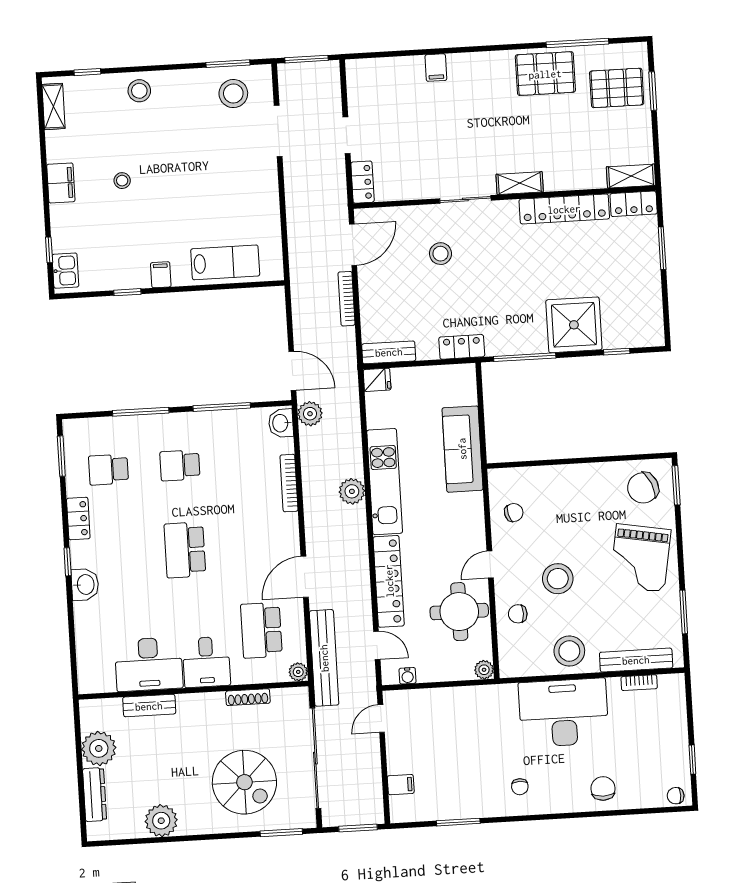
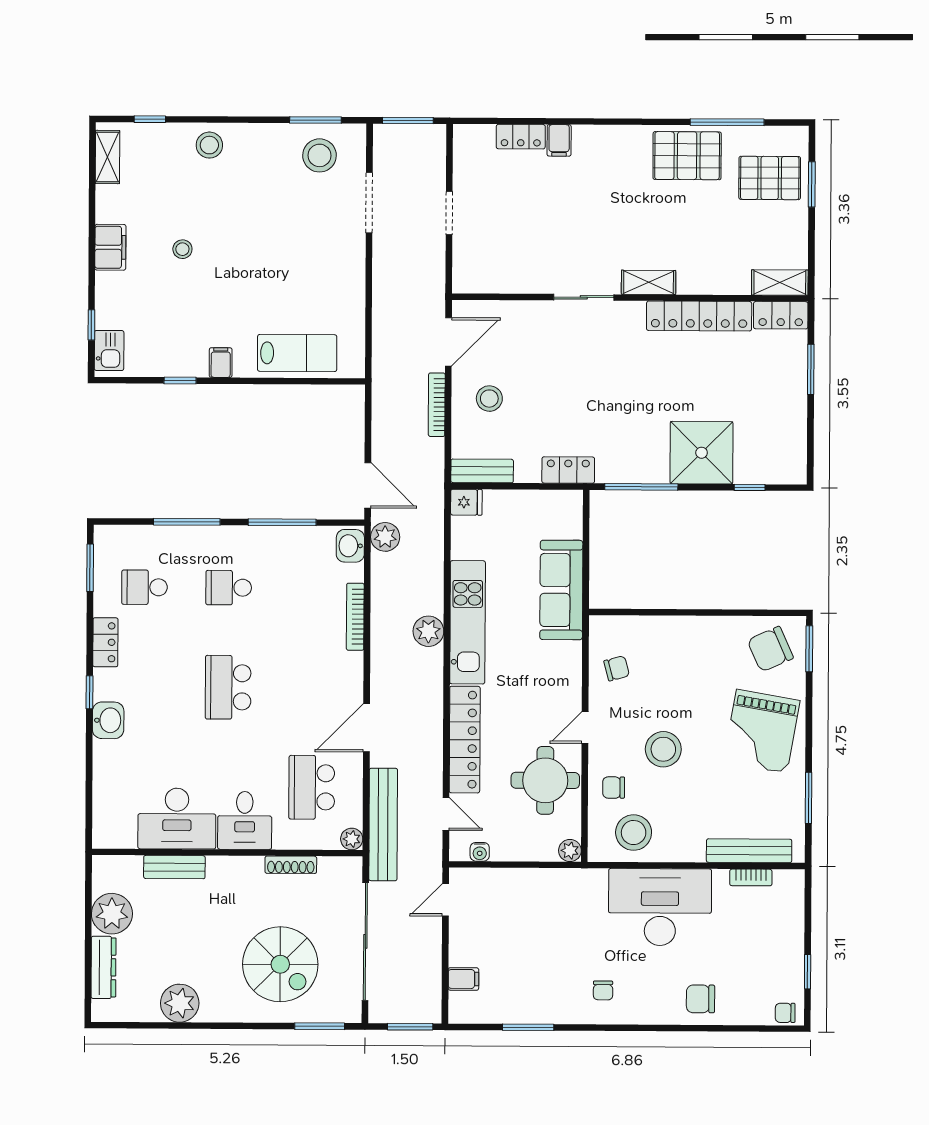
locker: (362, 182) -> (521, 137), moved, turned 90
stool: (441, 254) -> (489, 399), moved
stool: (569, 651) -> (634, 833), moved
chair: (603, 788) -> (700, 999), turned -90

